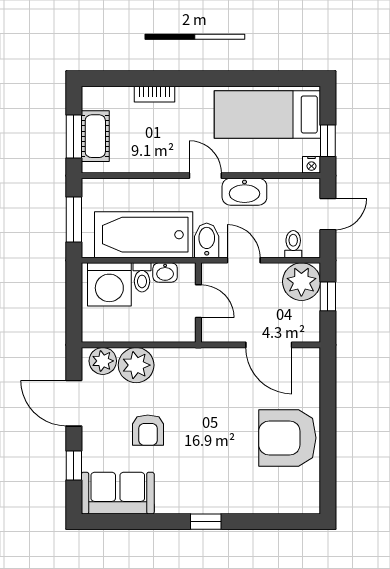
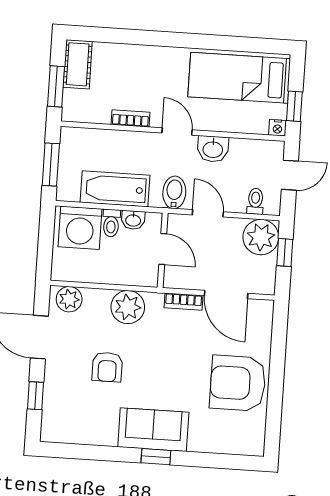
bookcase: (154, 94) -> (131, 118), moved, turned 180
cot: (95, 136) -> (78, 64), moved
washbasin: (244, 192) -> (213, 149), width x0.72
bathtub: (144, 235) -> (115, 189), width x0.73, depth x0.73
bookcase: (224, 355) -> (184, 302), added
plant: (136, 365) -> (128, 307), moved
sofa: (118, 493) -> (153, 430), moved

